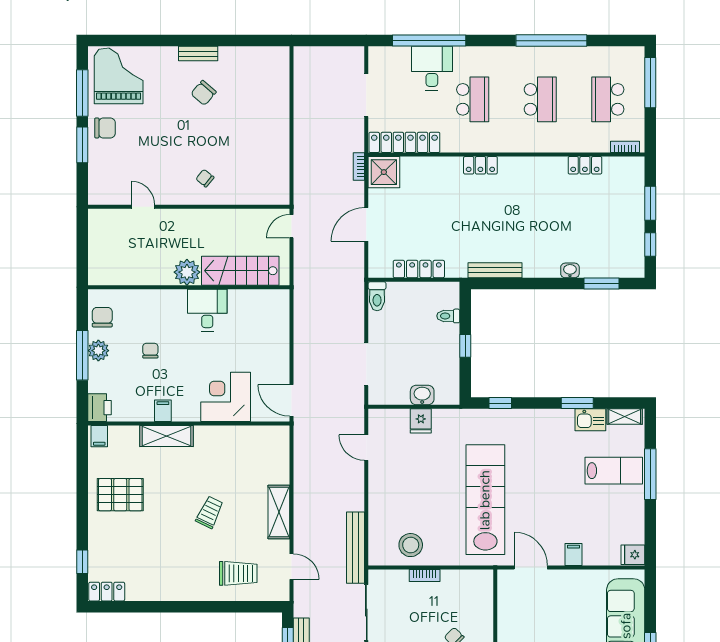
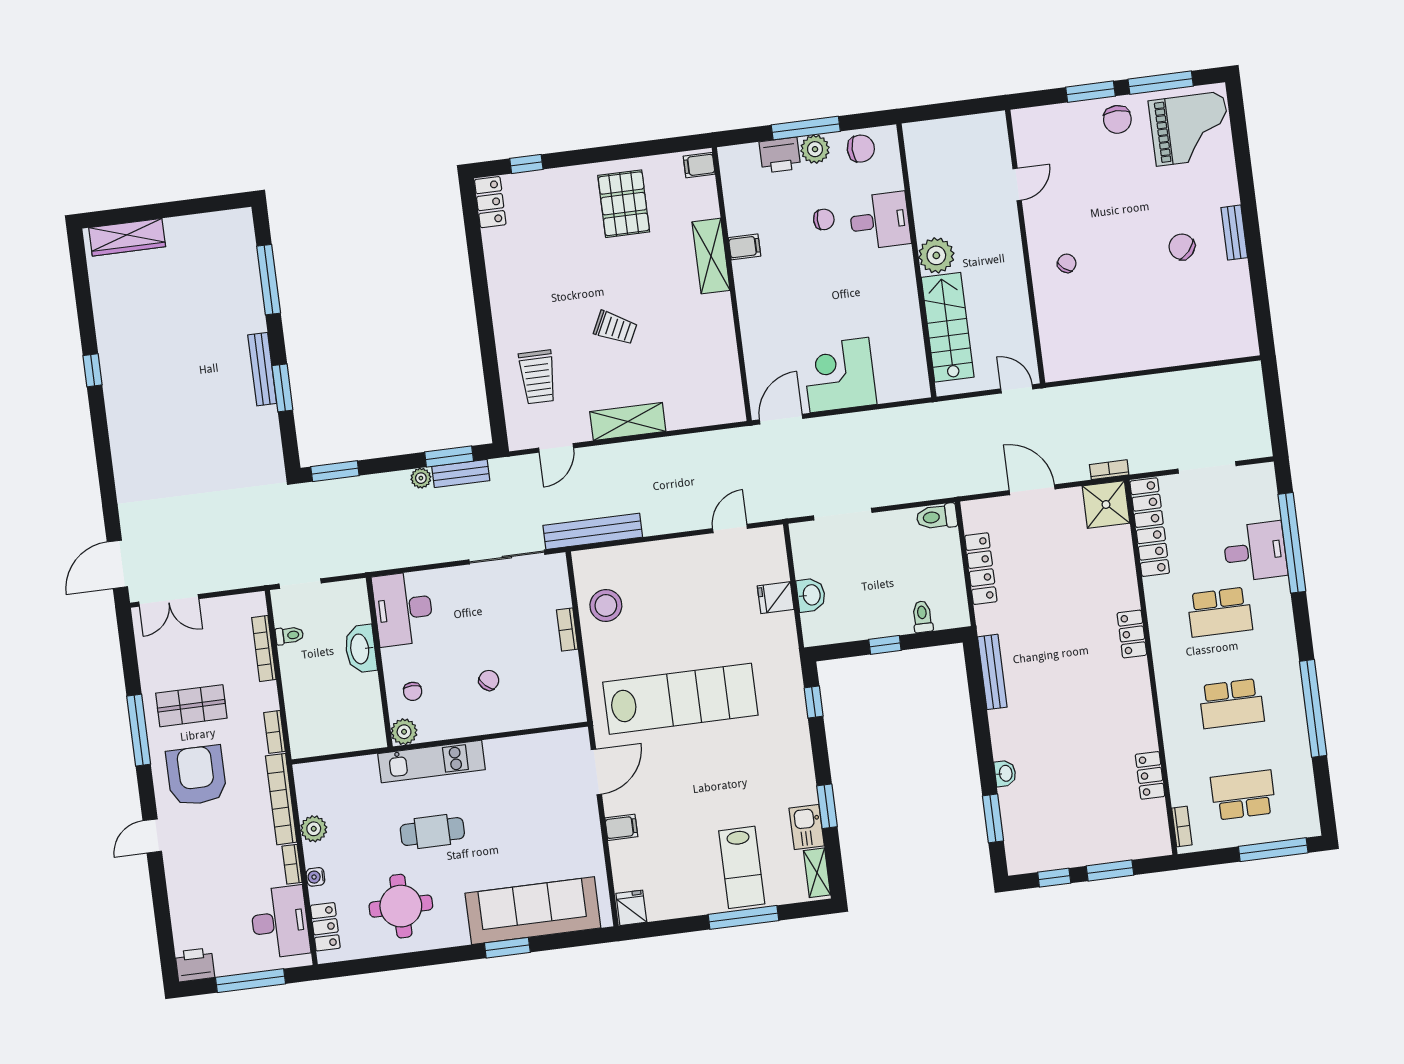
desk: (207, 310) -> (880, 221), moved
corner desk: (226, 397) -> (839, 375), moved, turned -90
printer: (100, 408) -> (780, 155), moved

